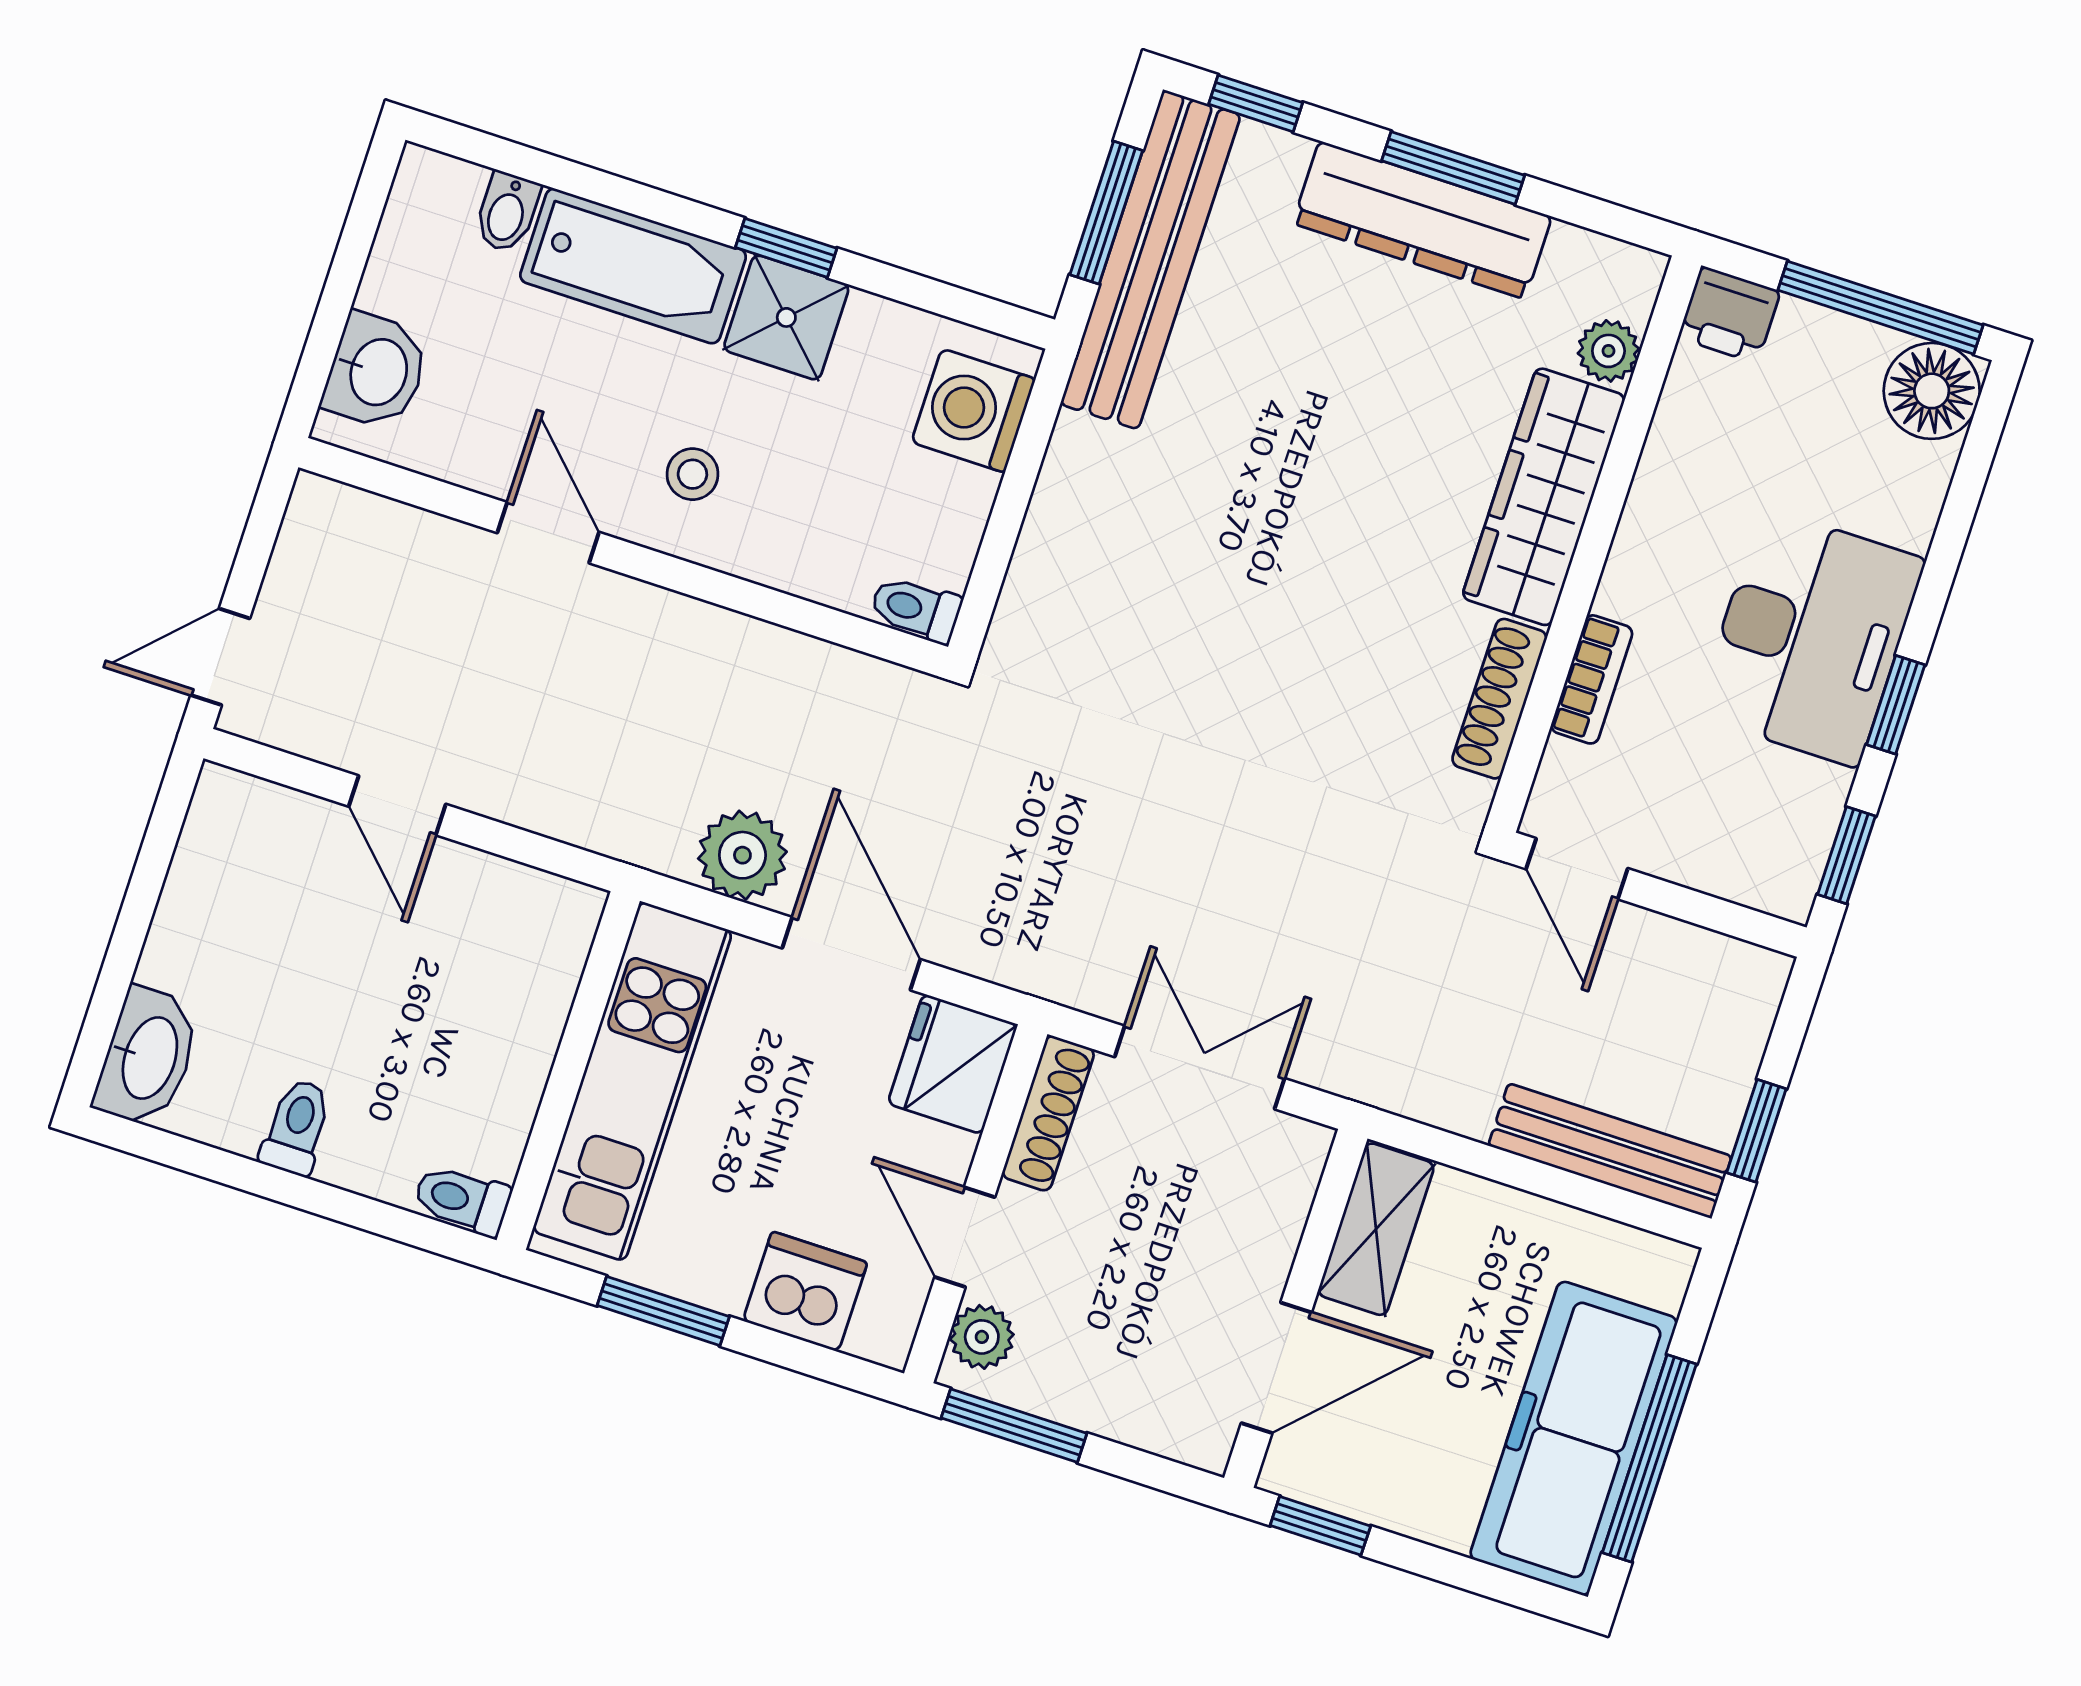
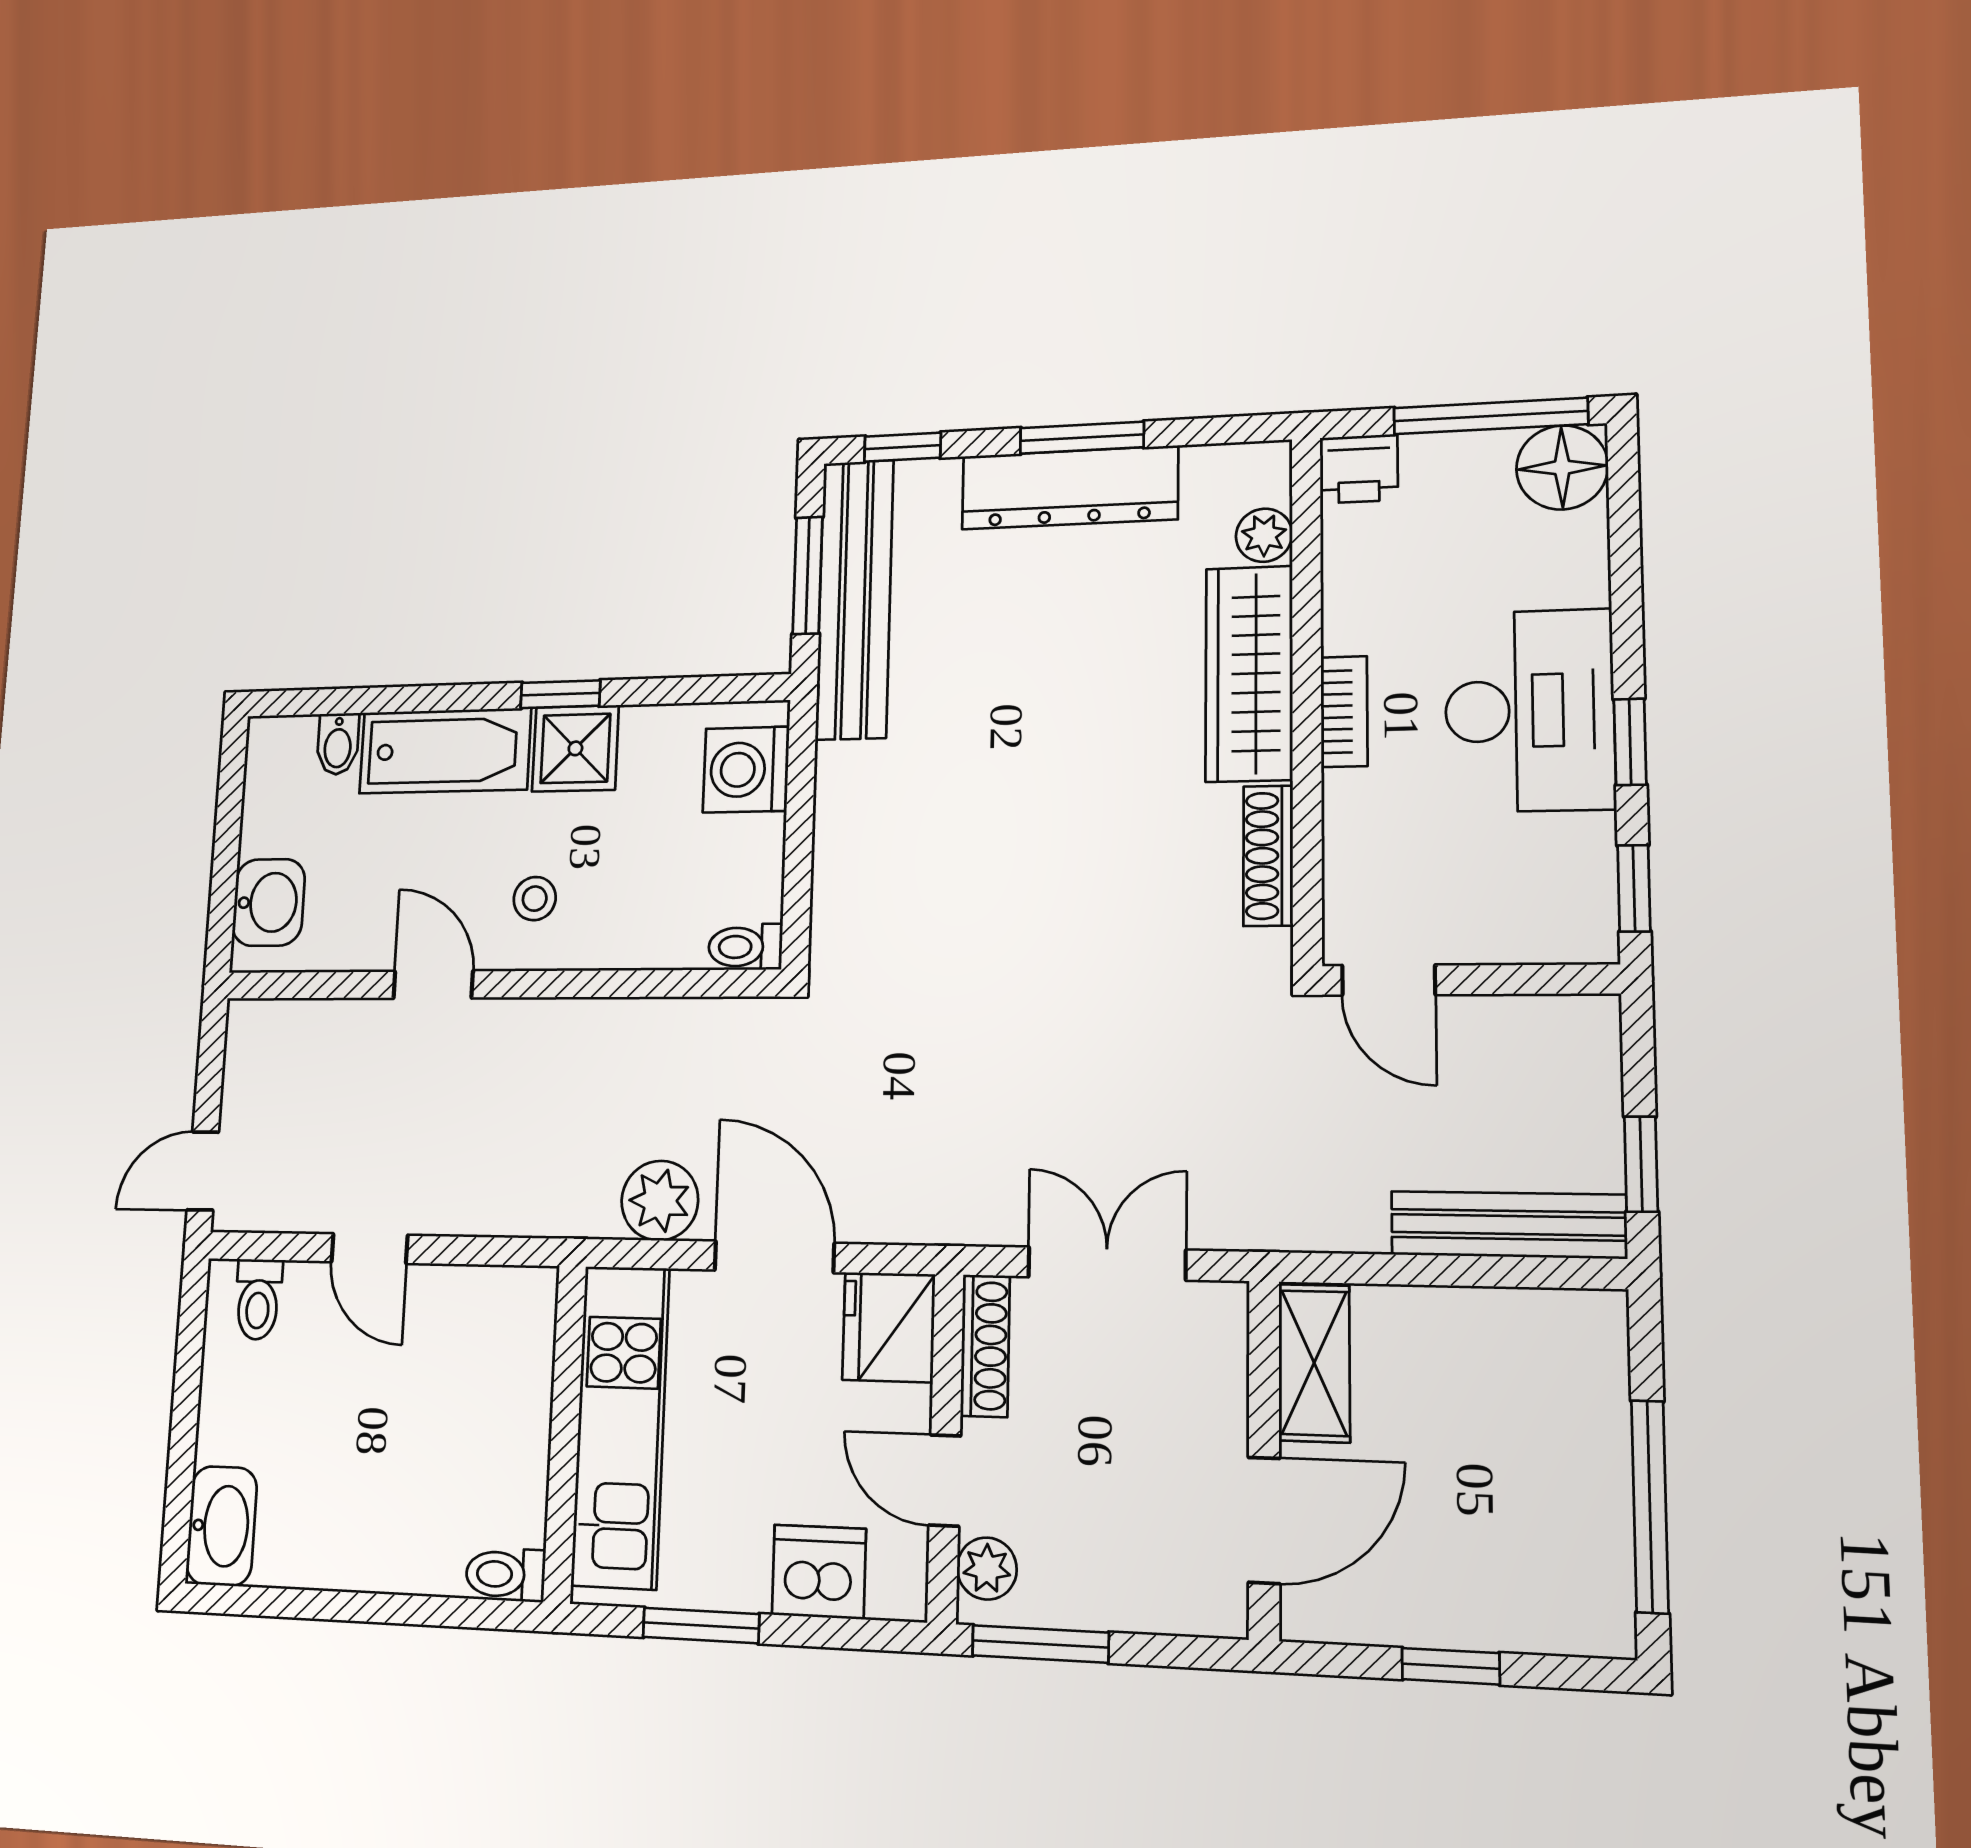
bookcase: (1592, 679) -> (1344, 712), moved
toilet: (296, 1127) -> (258, 1299), moved, turned 180
freezer: (1574, 1438) -> (1569, 1508), removed
window: (1320, 1526) -> (1451, 1666), moved

